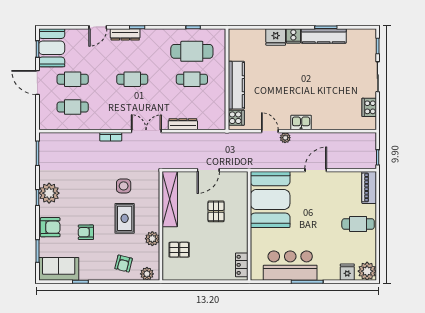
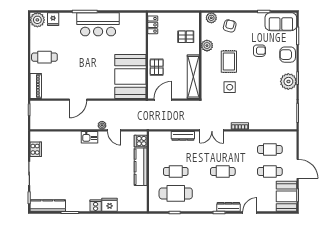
kitchen counter: (324, 36) -> (48, 206), moved
booth: (270, 199) -> (130, 76), moved
wall: (249, 226) -> (147, 56), moved
locker: (242, 265) -> (153, 25), moved

